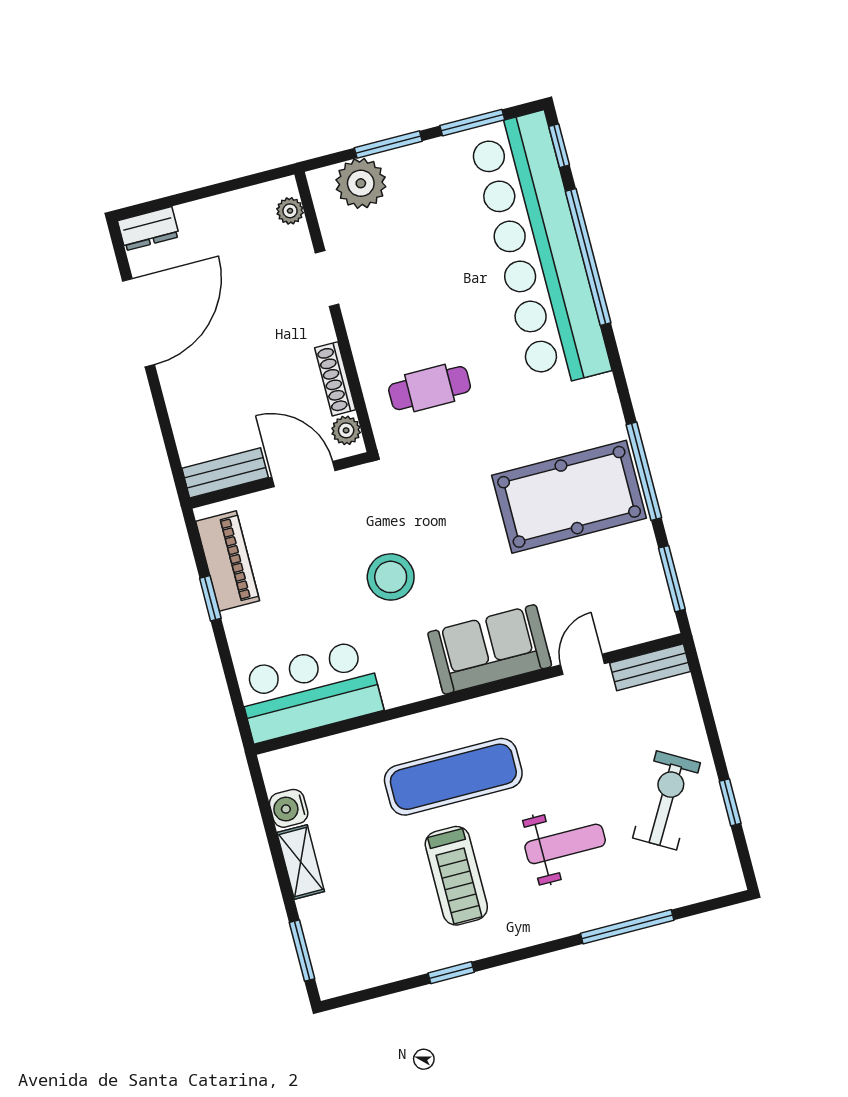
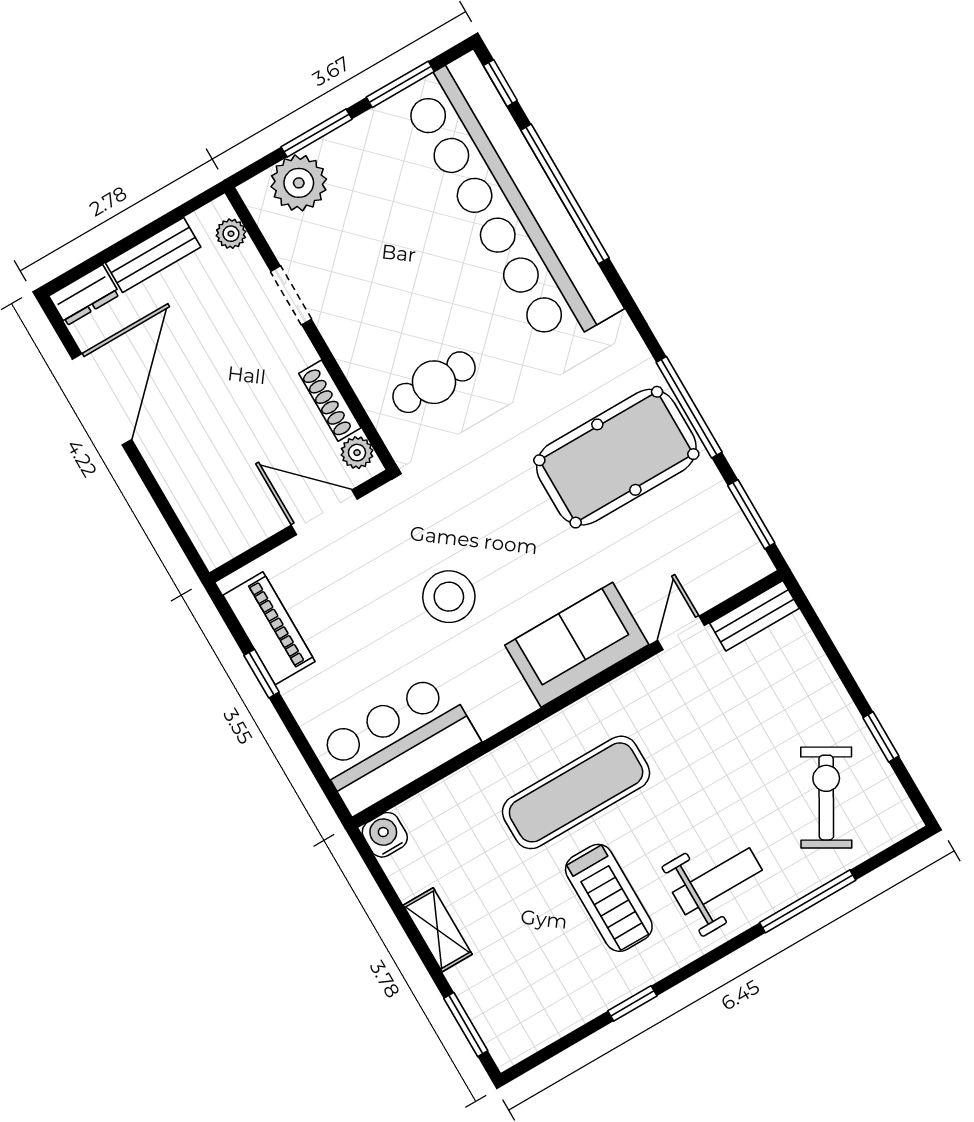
bench: (225, 473) -> (153, 255), moved
exercise bike: (667, 800) -> (826, 798), moved
water cooler: (289, 808) -> (385, 835), moved, turned 90
weight bench: (565, 844) -> (717, 881), moved

